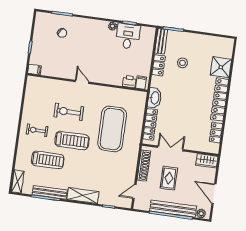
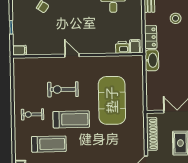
locker: (158, 65) -> (151, 37), moved
locker: (150, 124) -> (152, 89), removed

